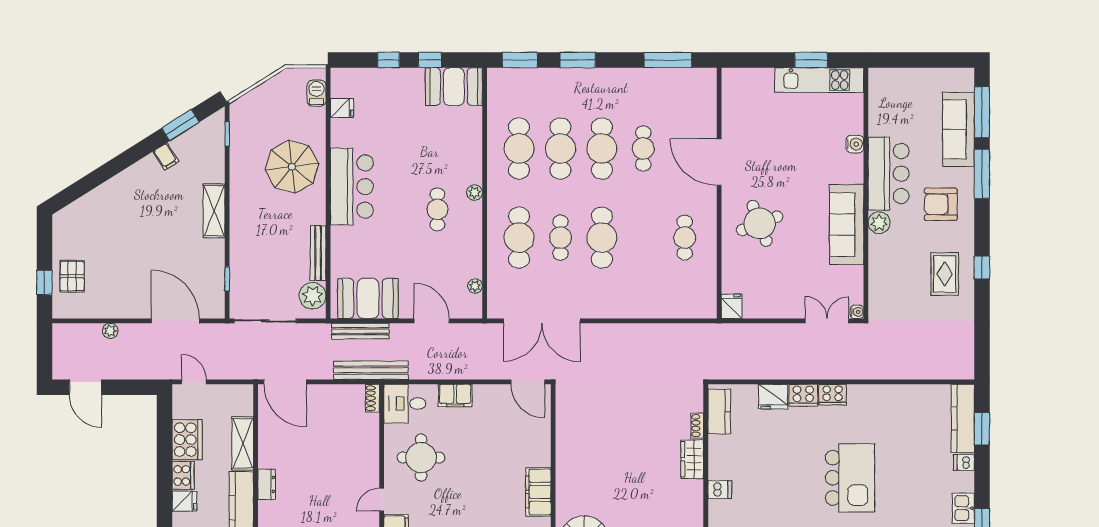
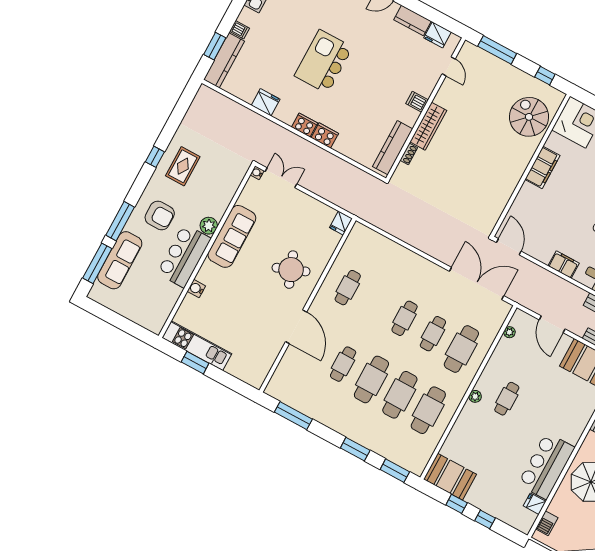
bar counter: (352, 187) -> (546, 466), moved
cafe table: (602, 238) -> (405, 318), width x0.73, depth x0.74
double door: (827, 321) -> (281, 178), swing flipped
fridge: (773, 397) -> (266, 102), moved
kitchen counter: (719, 412) -> (393, 148), width x1.50
wardrobe: (692, 459) -> (428, 126), width x1.50

